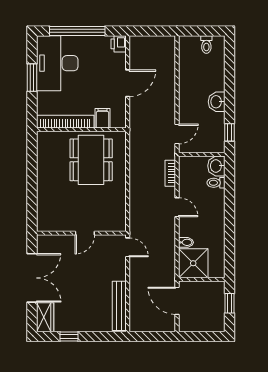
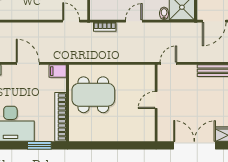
window: (32, 78) -> (39, 145), moved
filing cabinet: (103, 118) -> (58, 71), moved
door: (85, 233) -> (156, 100), swing flipped

